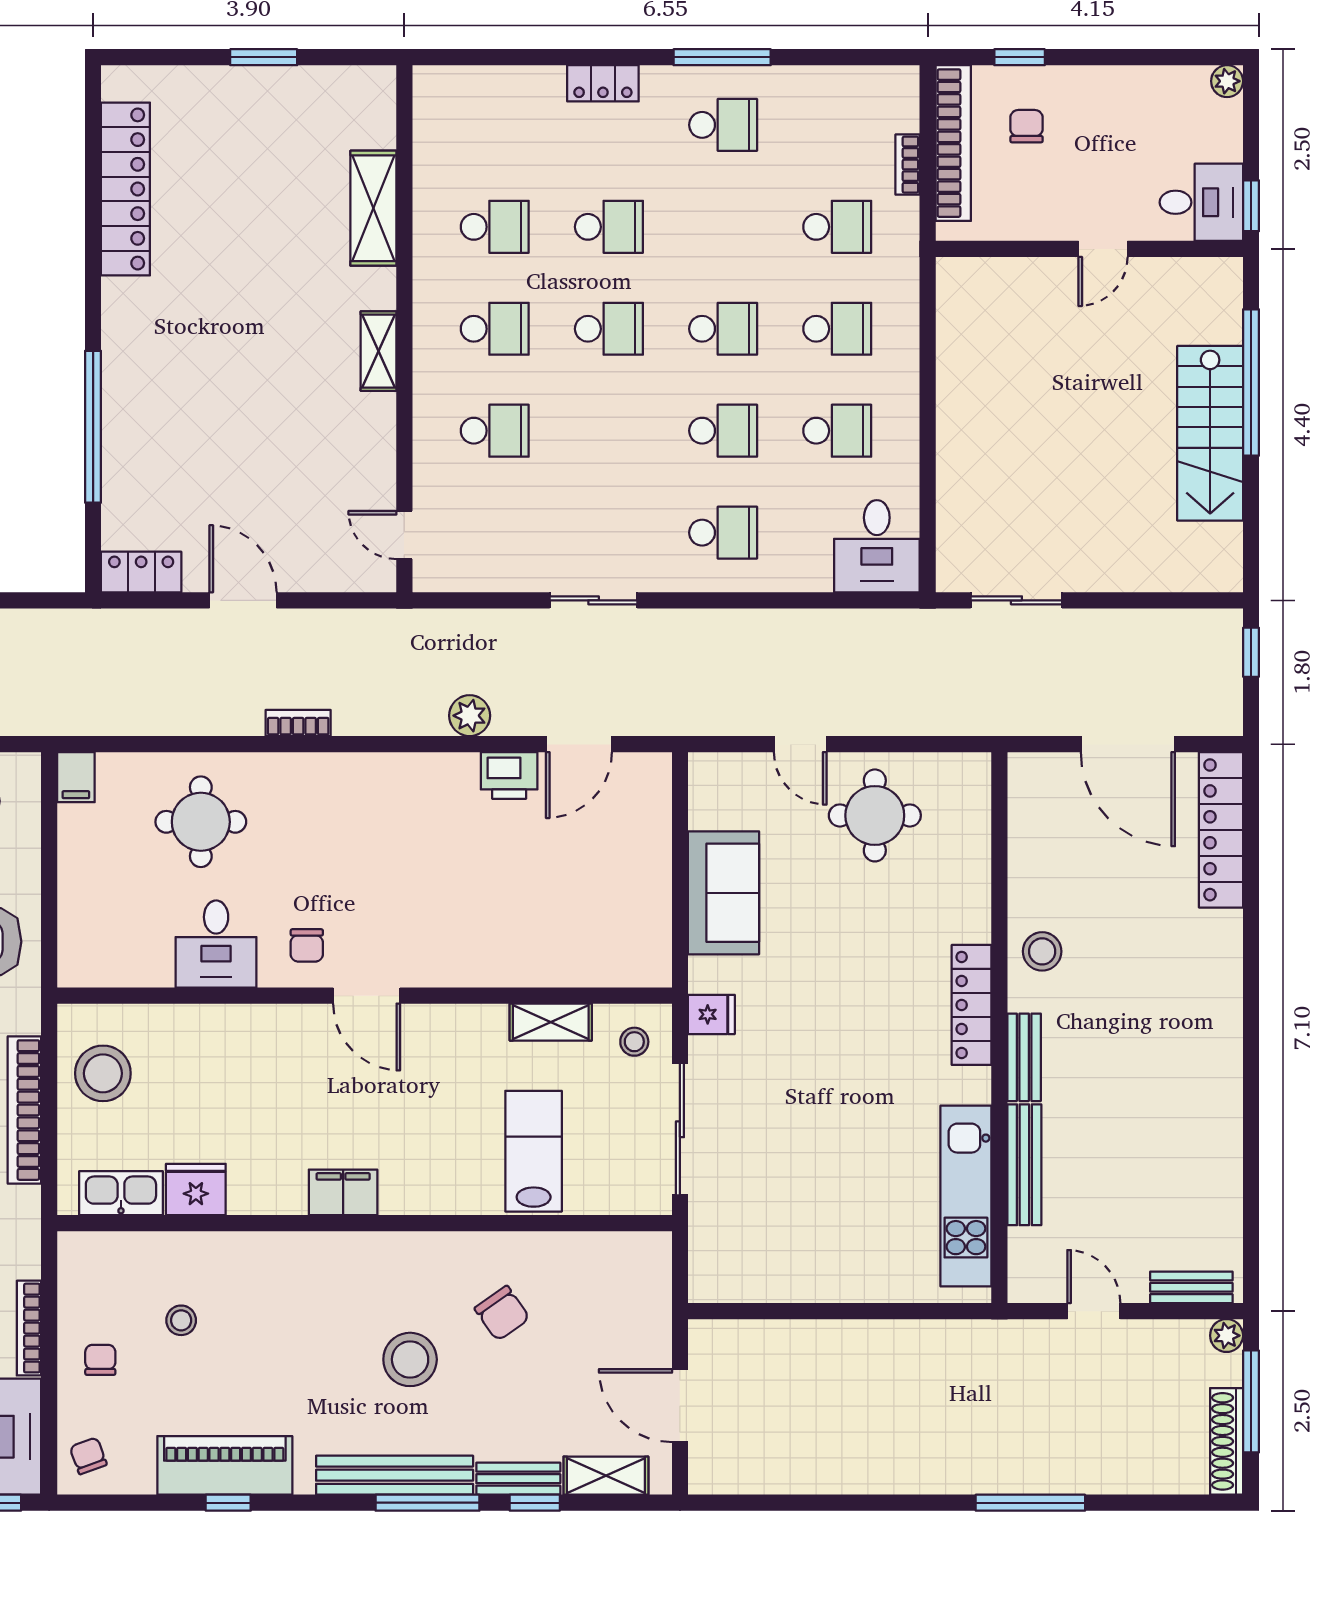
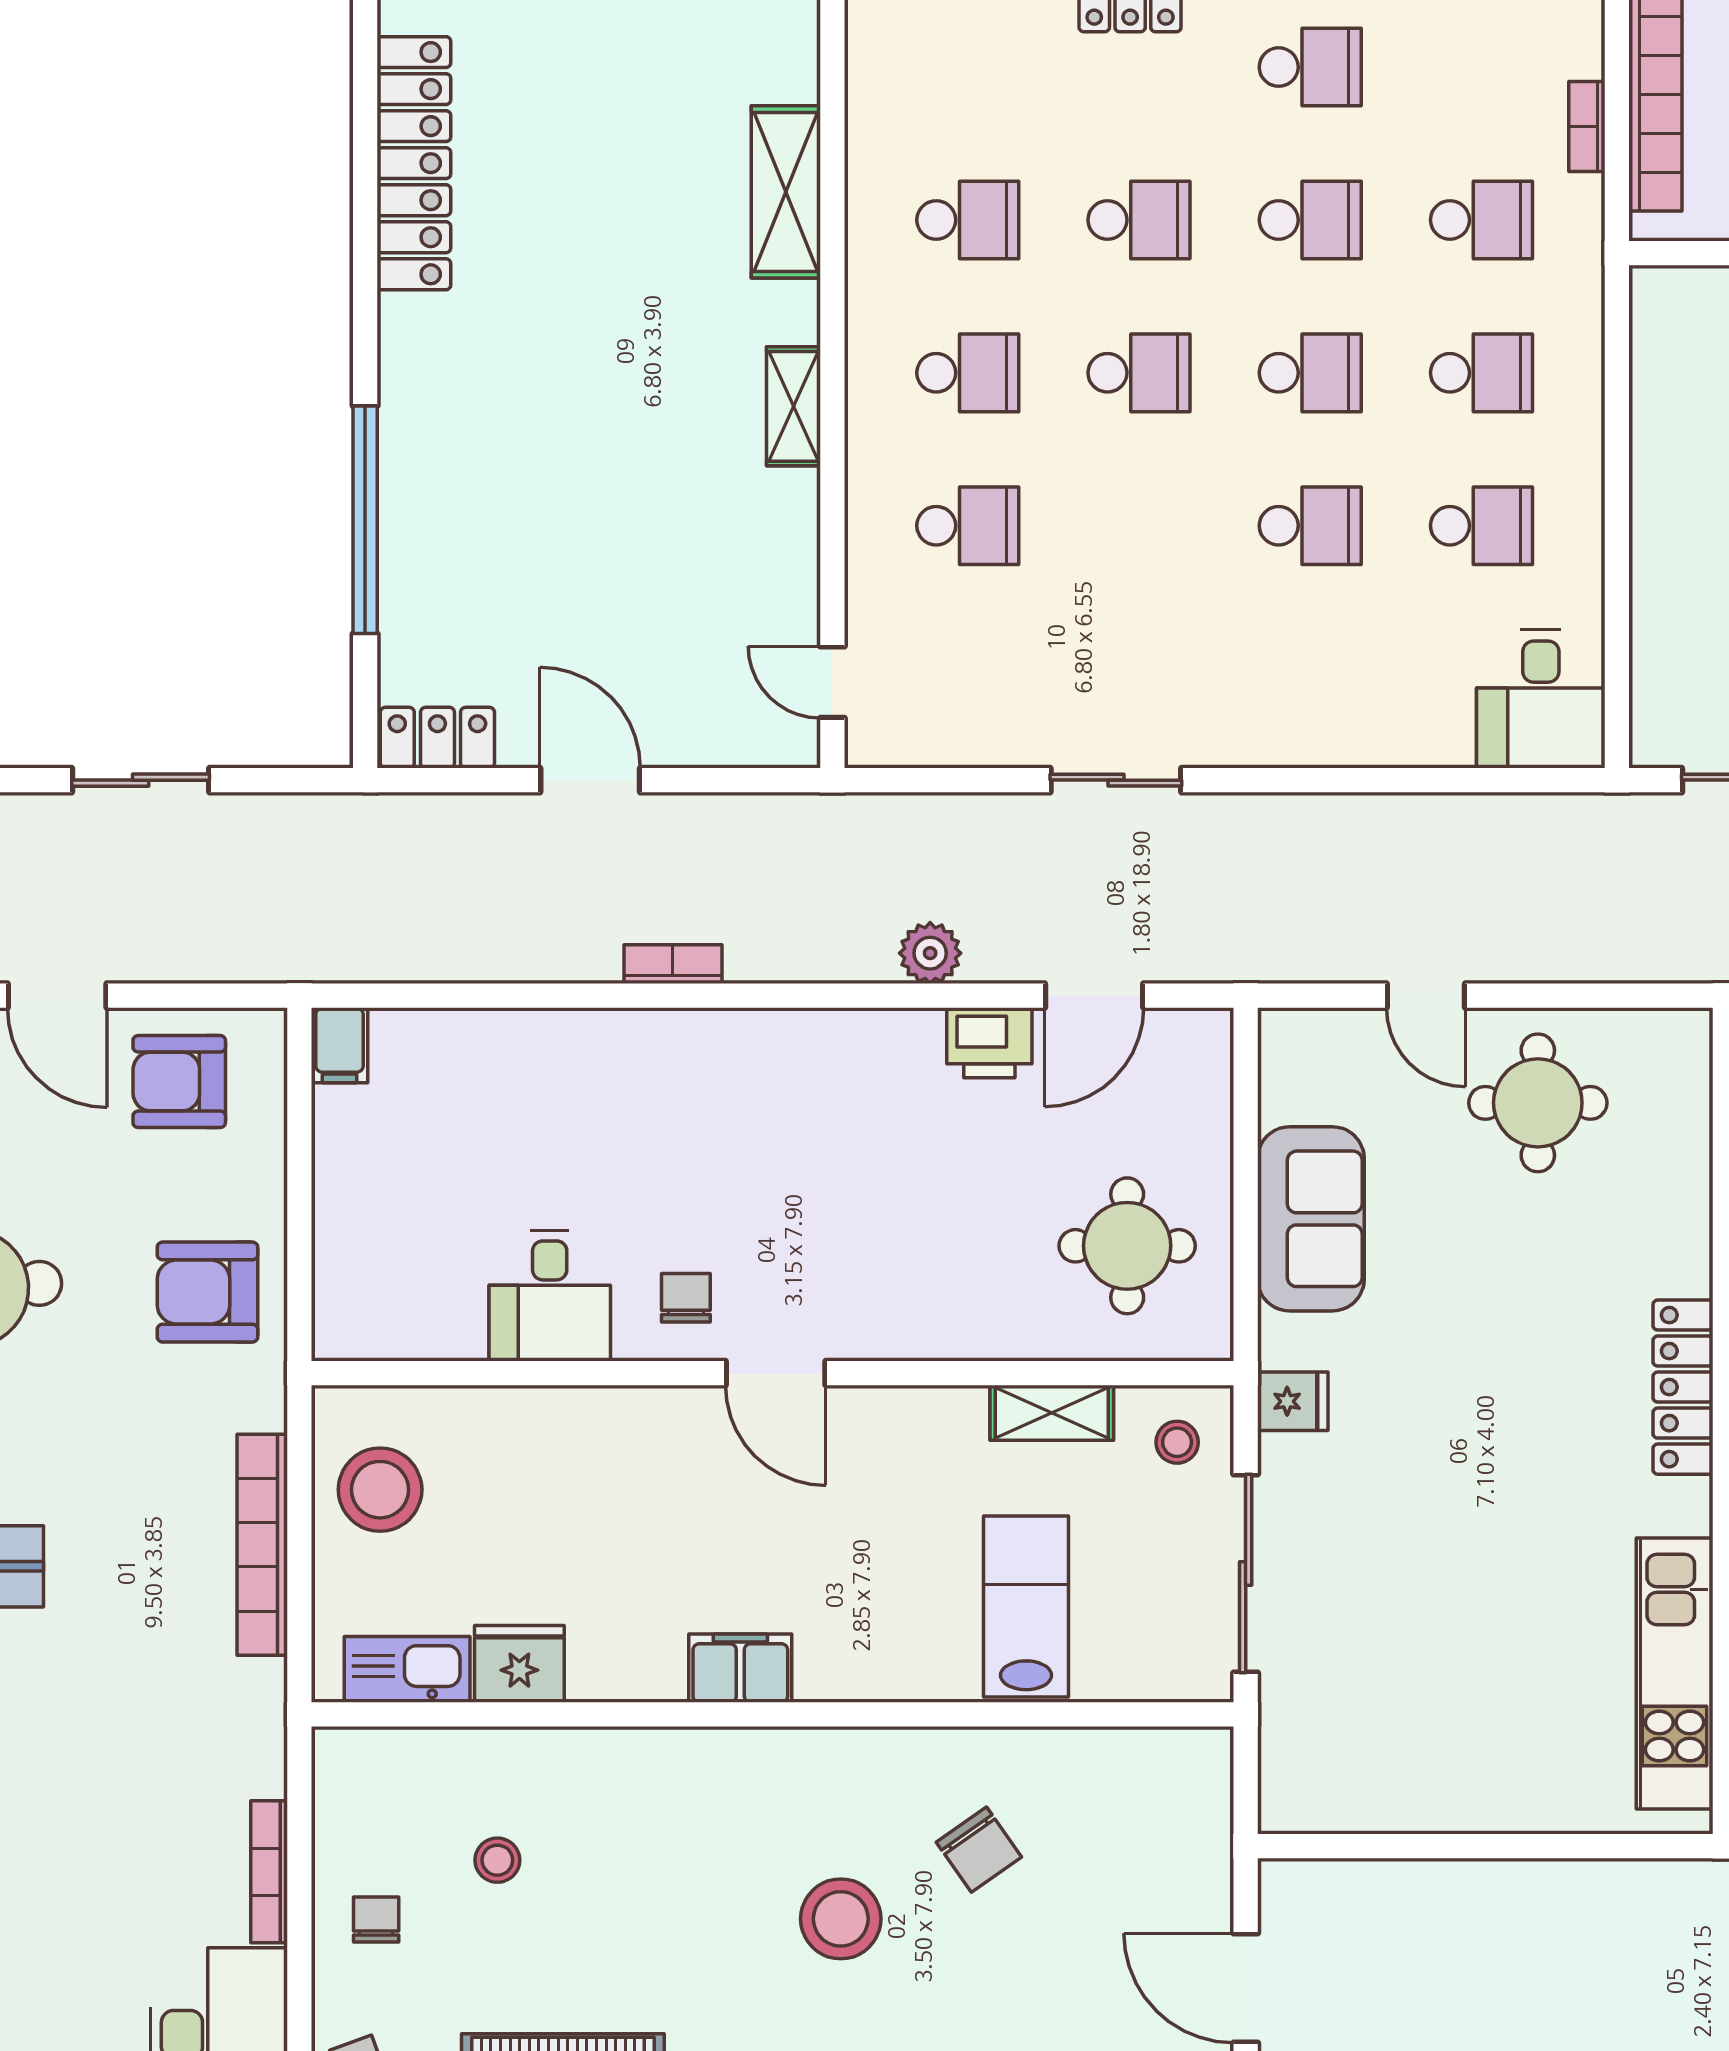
school desk: (723, 533) -> (1310, 220), moved
round table: (201, 822) -> (1127, 1246), moved
chair: (307, 945) -> (686, 1298), turned 180

